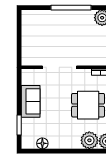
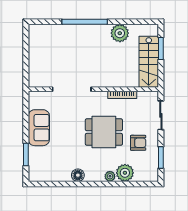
plant: (89, 140) -> (110, 176), width x0.53, depth x0.53
floor lamp: (42, 143) -> (78, 175), moved

